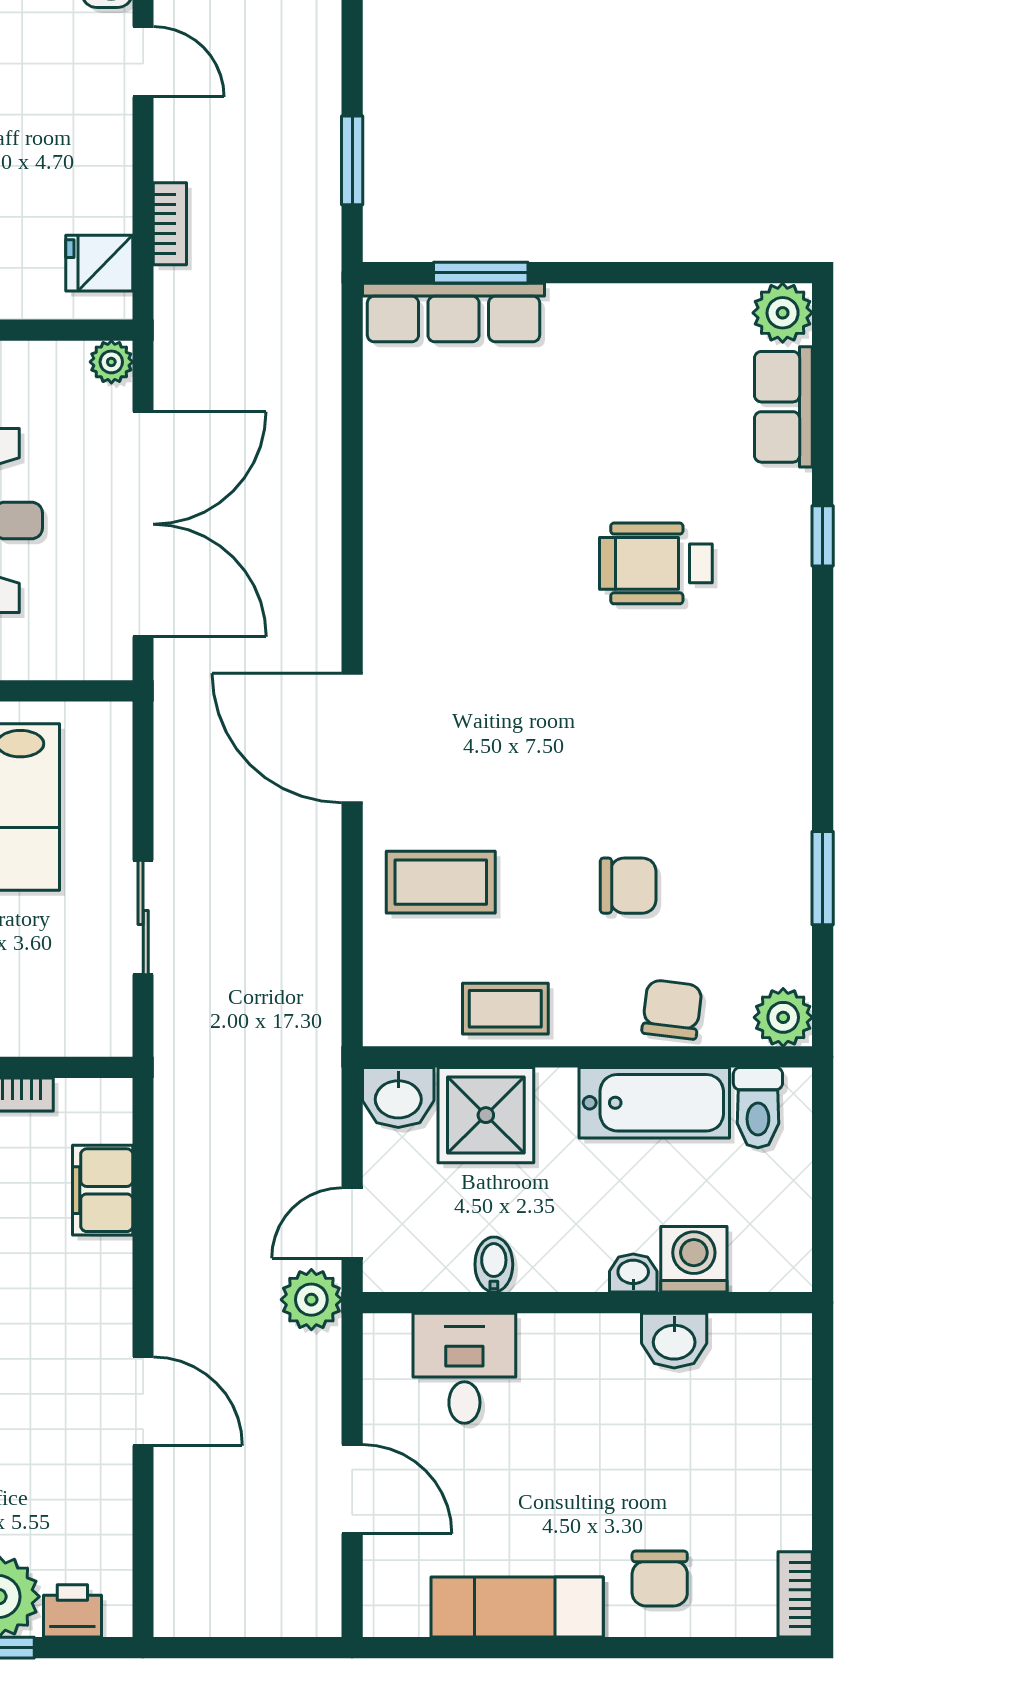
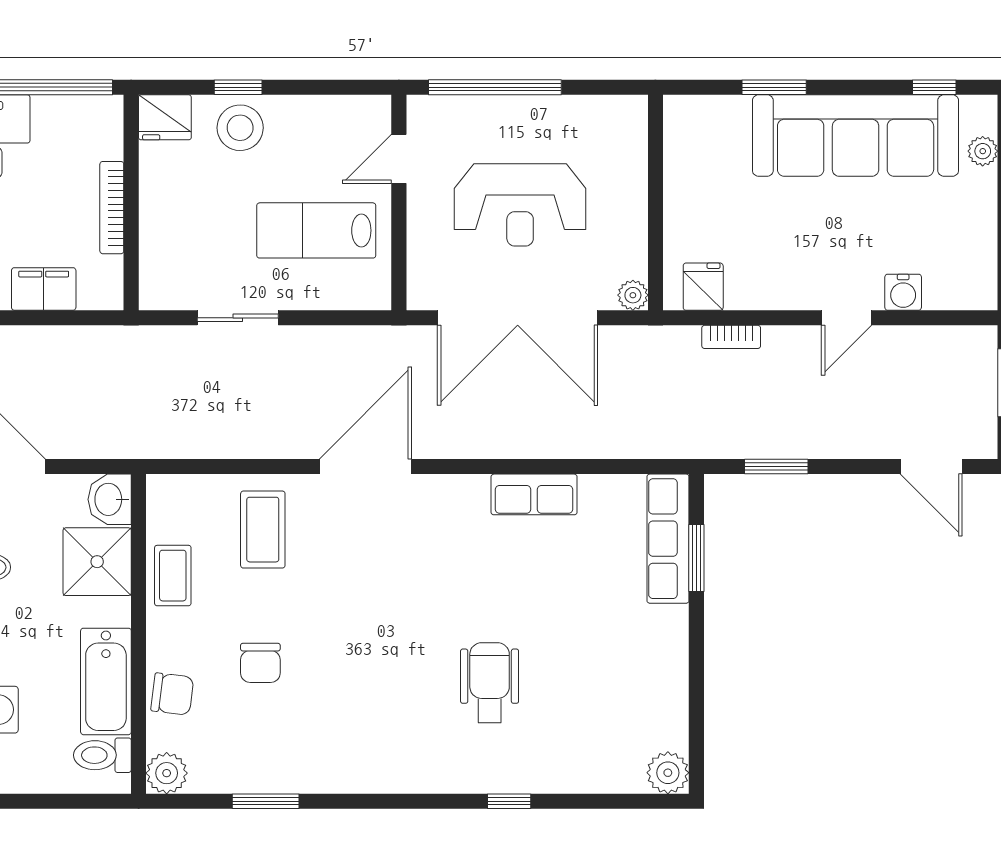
row of seats: (783, 407) -> (534, 494), moved, turned 180

